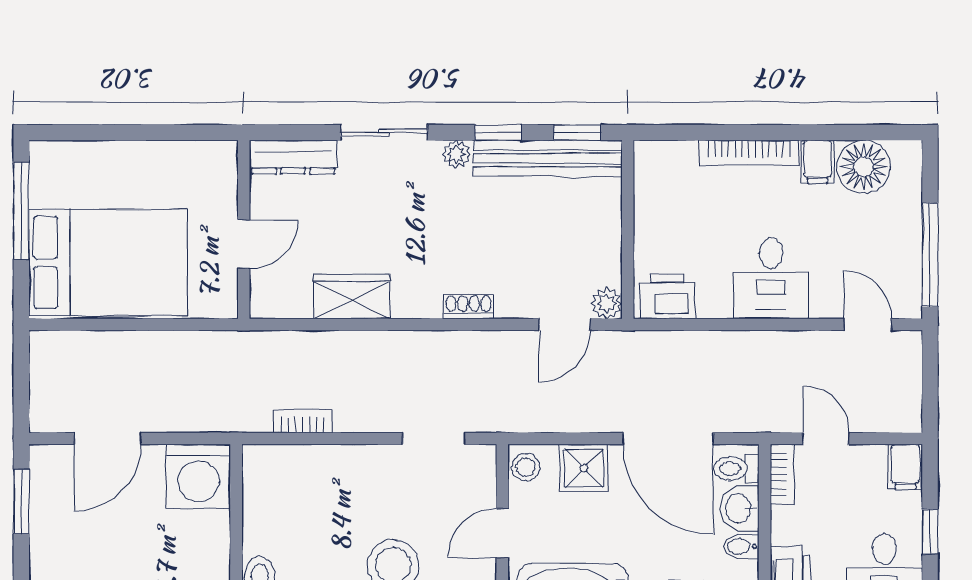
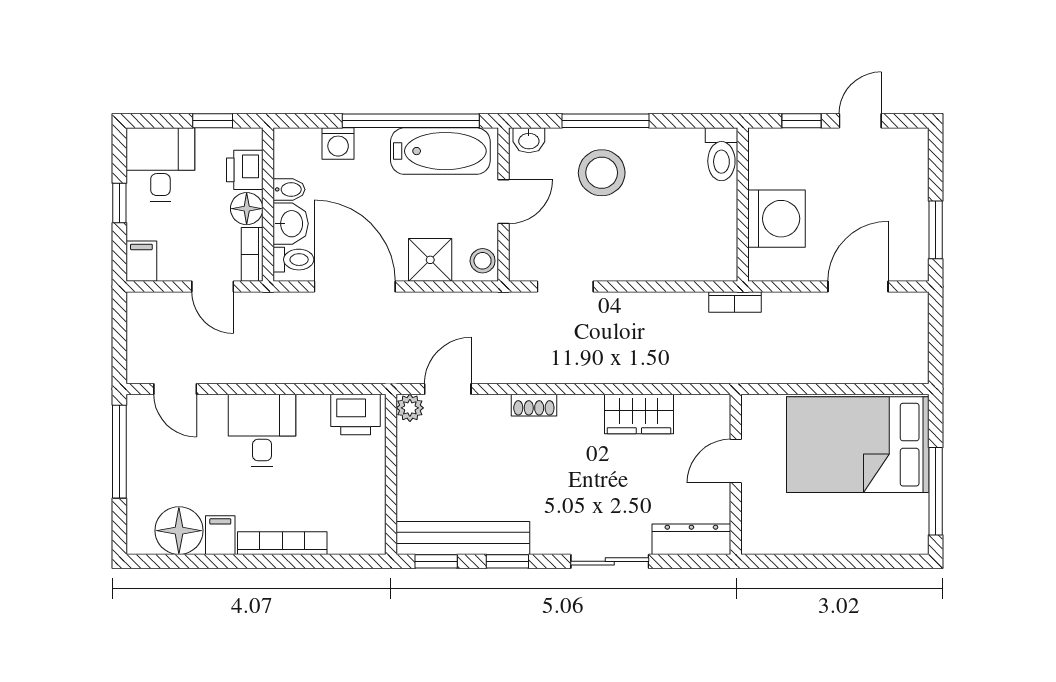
plant: (456, 154) -> (545, 542), removed
bookcase: (303, 421) -> (735, 302), moved
washing machine: (198, 476) -> (777, 219), moved, turned 90
floor lamp: (788, 525) -> (247, 209), added

